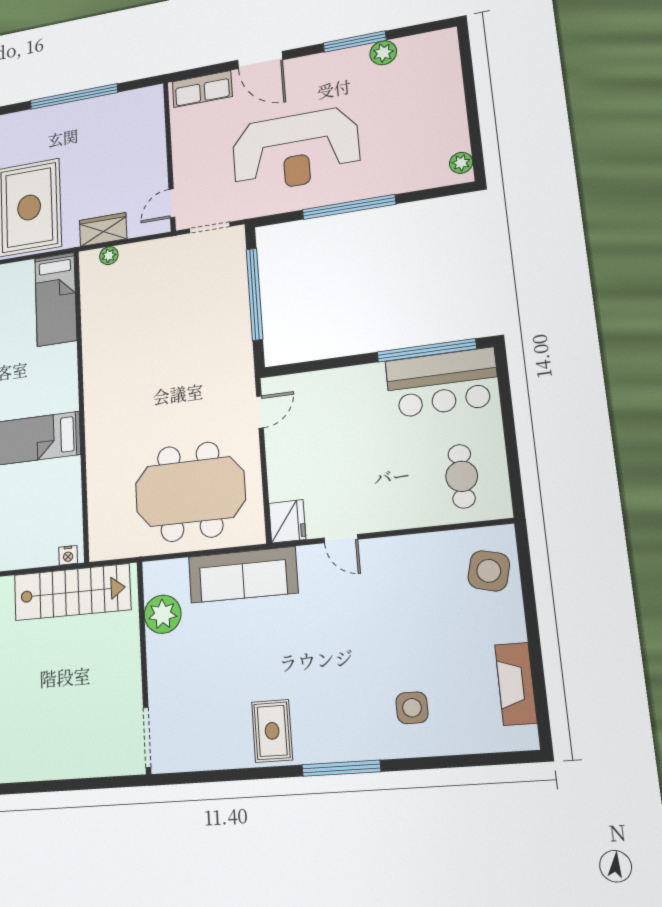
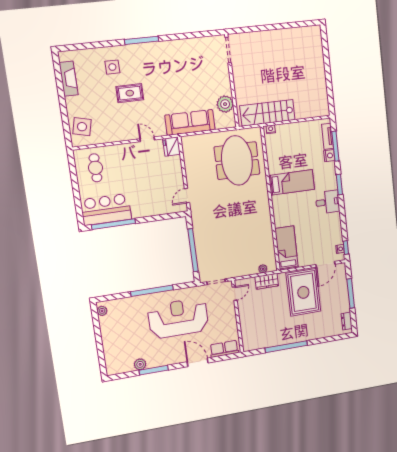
meeting table: (190, 492) -> (237, 161), moved, turned 90
rug: (272, 731) -> (130, 93), moved, turned 90

